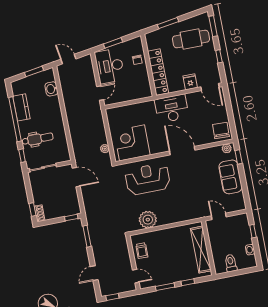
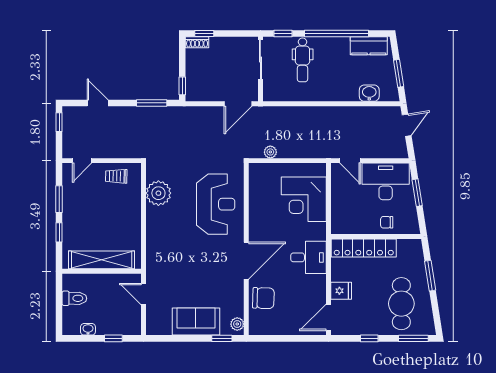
kitchen counter: (21, 107) -> (369, 46), moved
desk: (172, 109) -> (308, 257), width x0.73
chair: (221, 131) -> (263, 298), moved
corner desk: (132, 143) -> (304, 199), moved, turned 180
door: (219, 216) -> (144, 294), swing flipped

